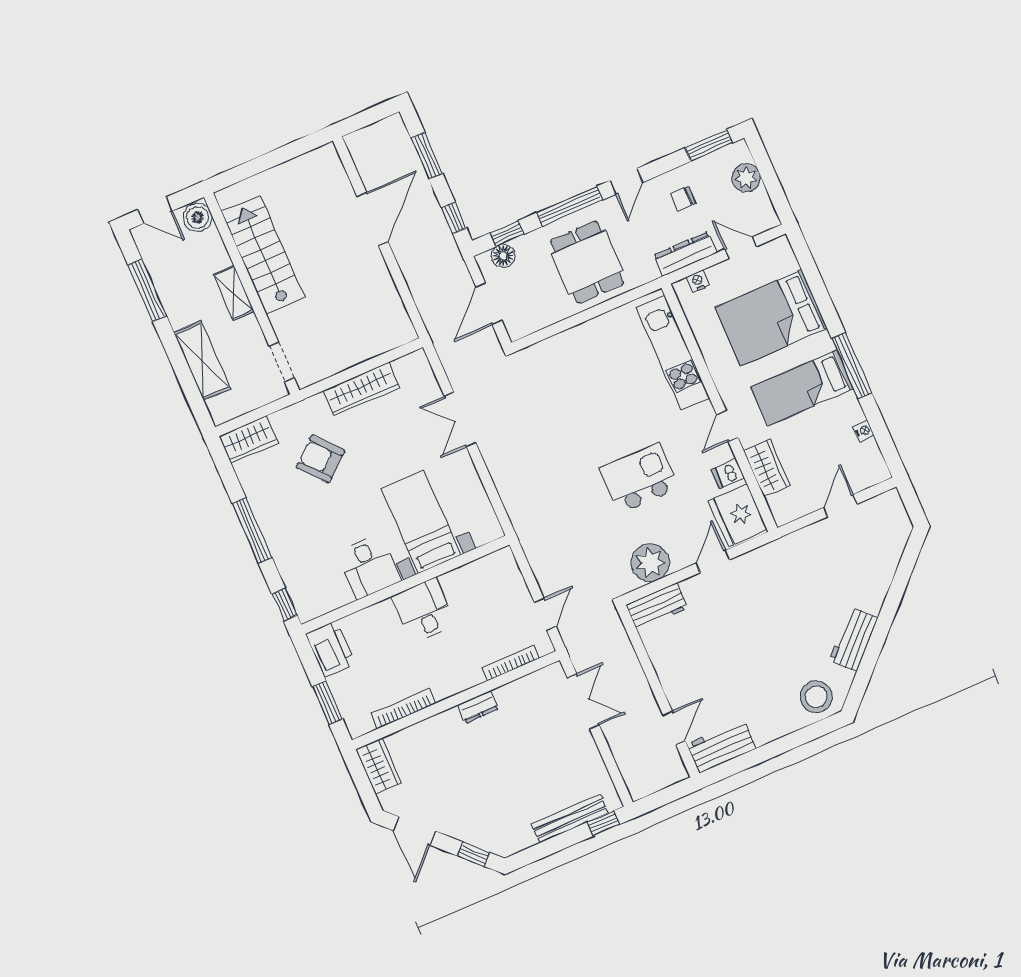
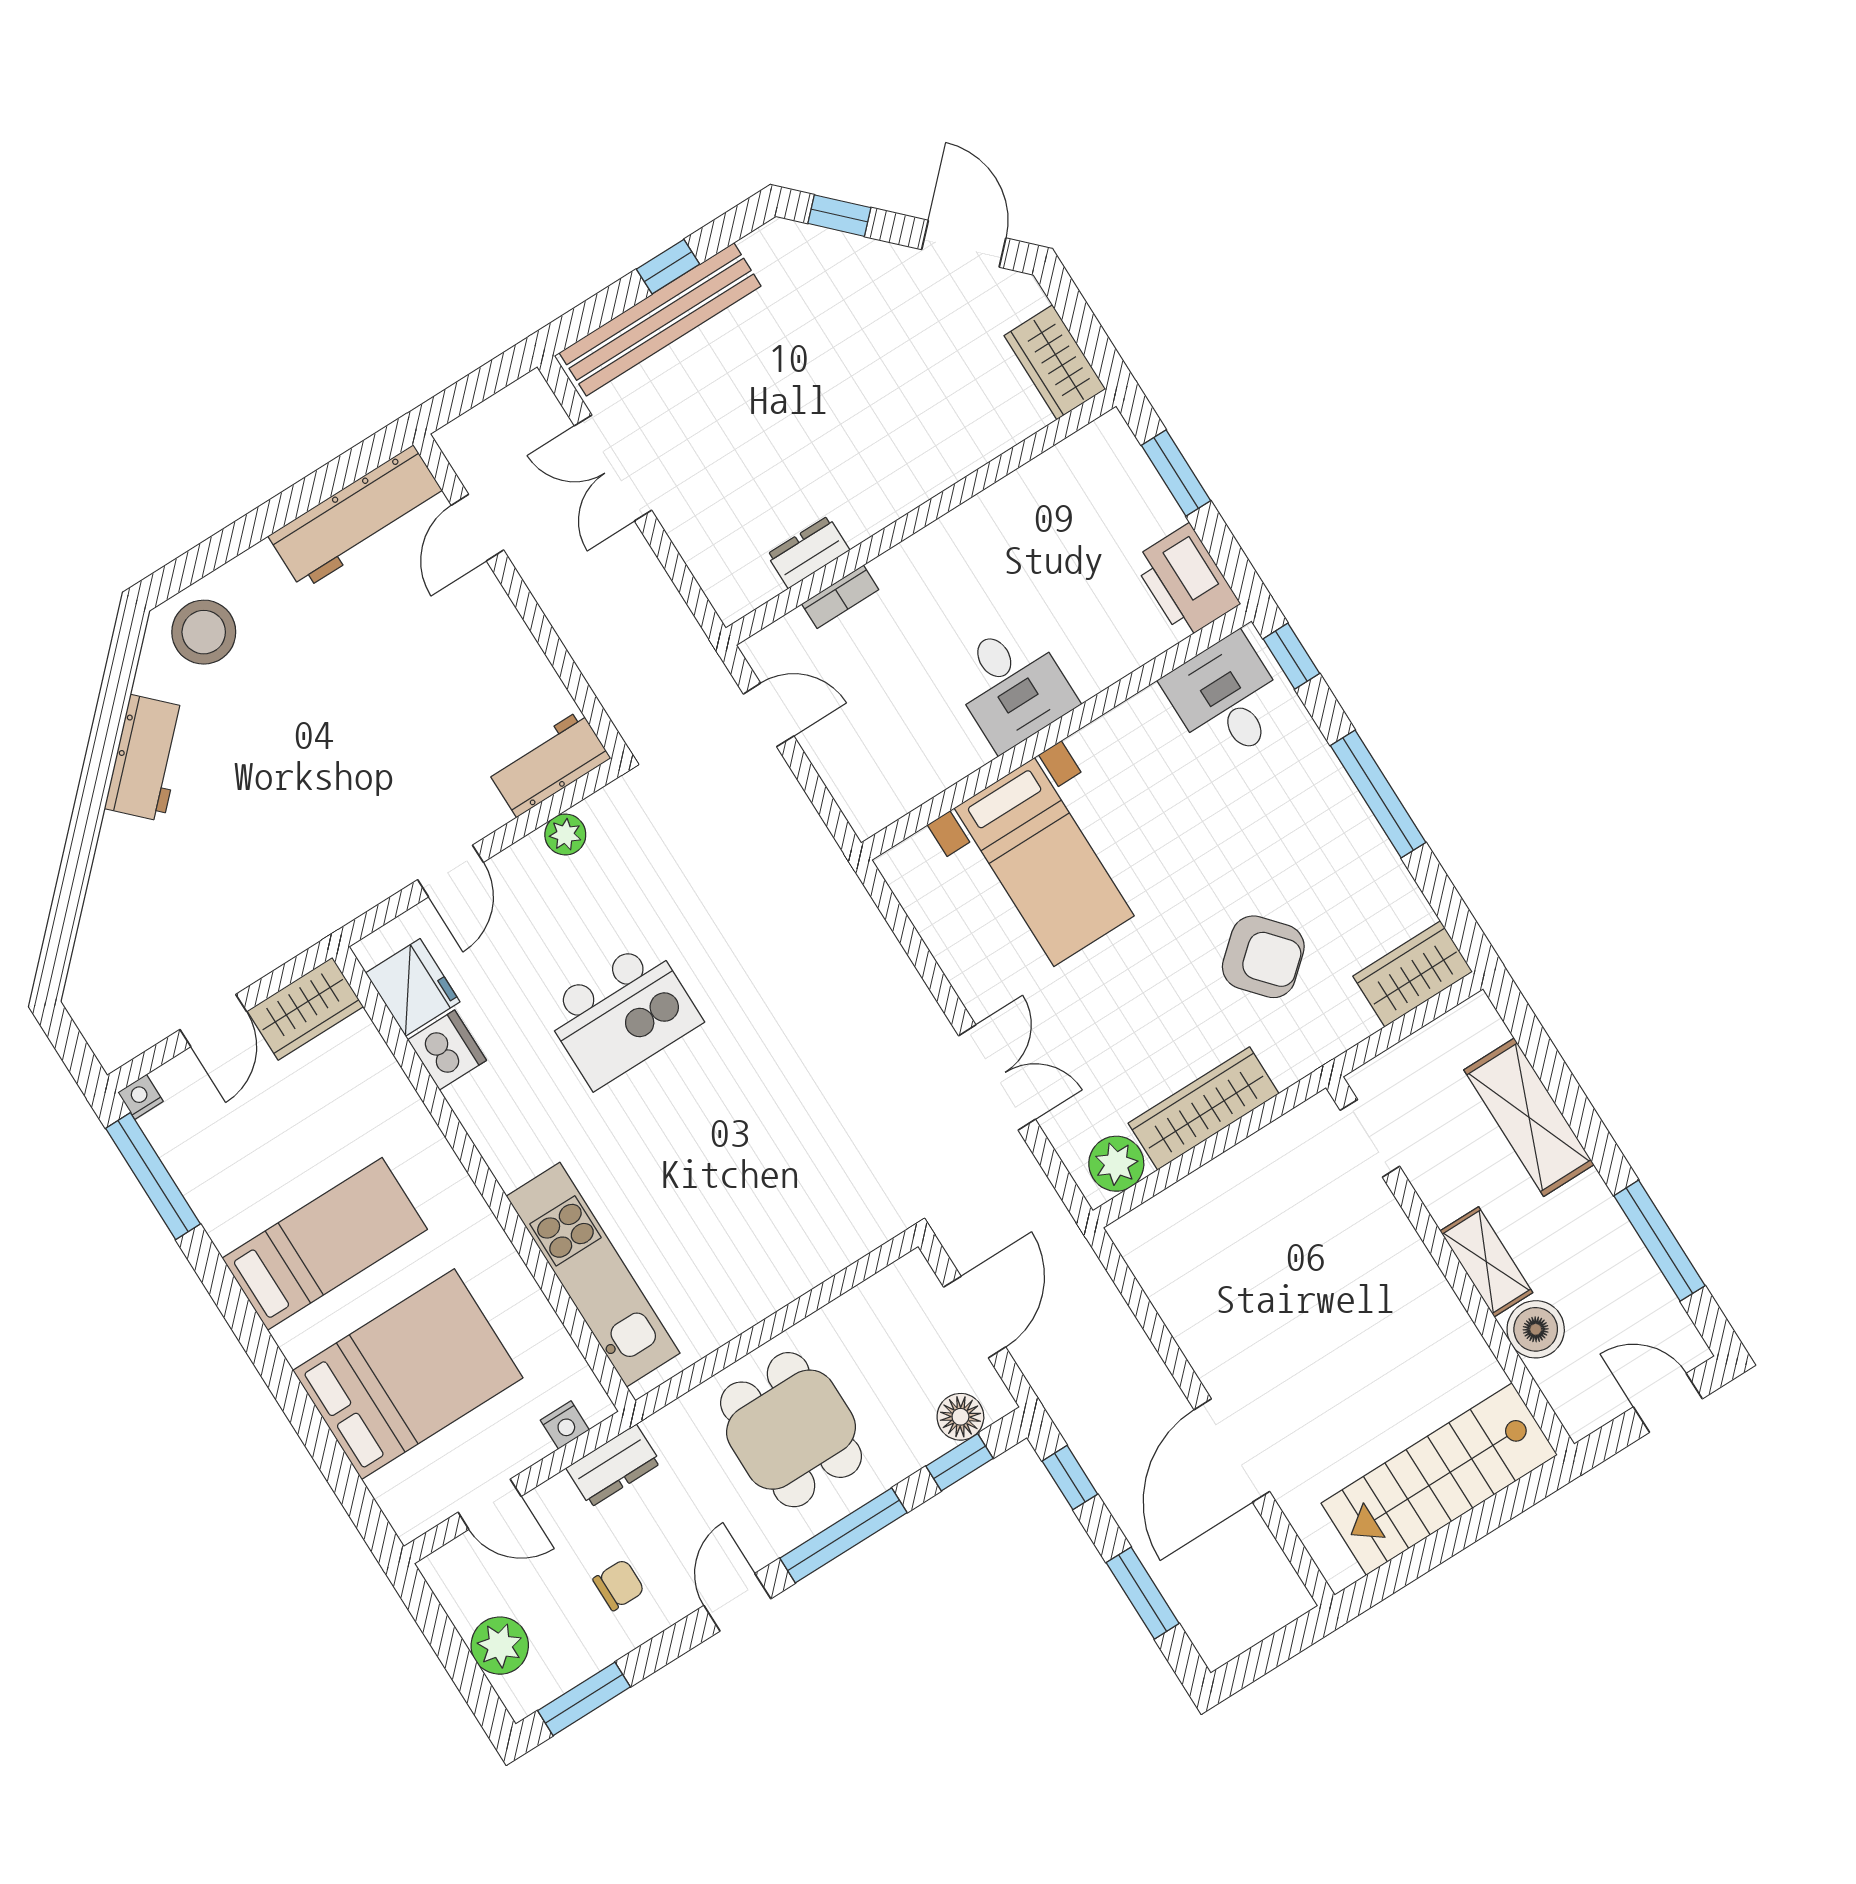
boiler: (198, 217) -> (1536, 1329), moved
dresser: (685, 254) -> (613, 1466), width x0.70
stairs: (263, 255) -> (1439, 1479), moved, turned 90
window: (852, 366) -> (153, 1176), moved
plant: (408, 368) -> (1116, 1164), added
door: (727, 426) -> (463, 1145), removed
nightstand: (863, 431) -> (140, 1097), moved, turned 90
wardrobe: (767, 468) -> (305, 1009), moved, turned -90
dishwasher: (728, 474) -> (447, 1050), width x1.38
fridge: (738, 515) -> (413, 987), width x0.73, depth x0.75
plant: (650, 563) -> (565, 834), width x0.53, depth x0.53
desk: (369, 567) -> (1227, 699), moved
door: (545, 614) -> (769, 715), swing flipped
bookcase: (511, 663) -> (840, 597), width x0.64
double door: (583, 701) -> (613, 468), moved
dresser: (478, 707) -> (808, 552), moved
bookcase: (403, 709) -> (1023, 484), removed
workbench: (721, 746) -> (358, 518), width x1.38
bench: (570, 819) -> (660, 319), width x1.37, depth x1.21
window: (603, 823) -> (668, 267), moved

